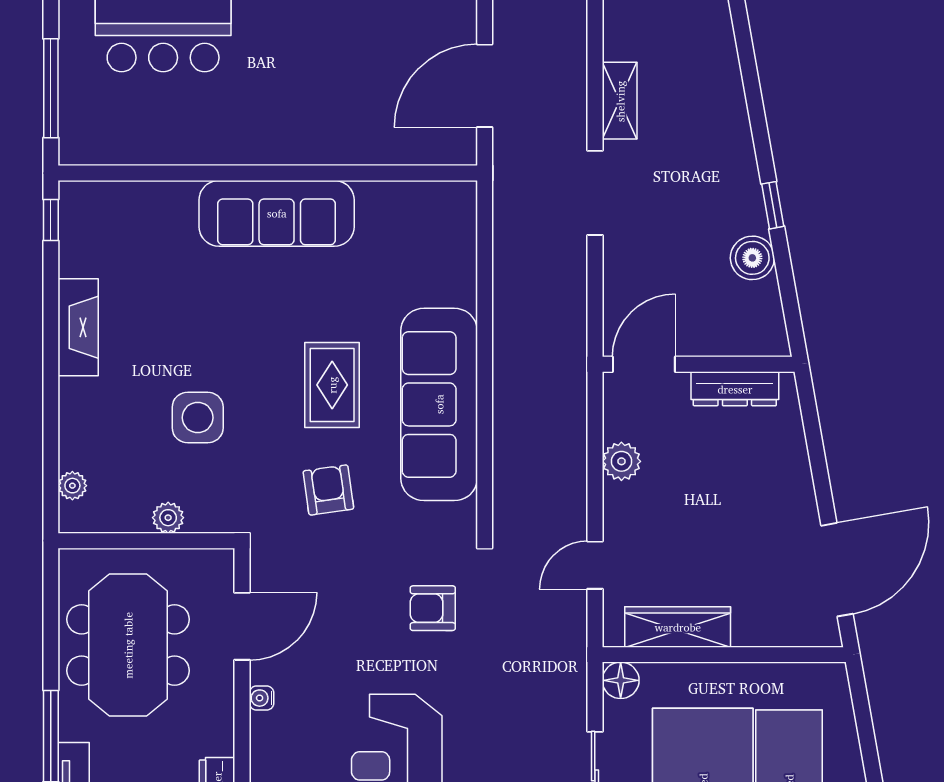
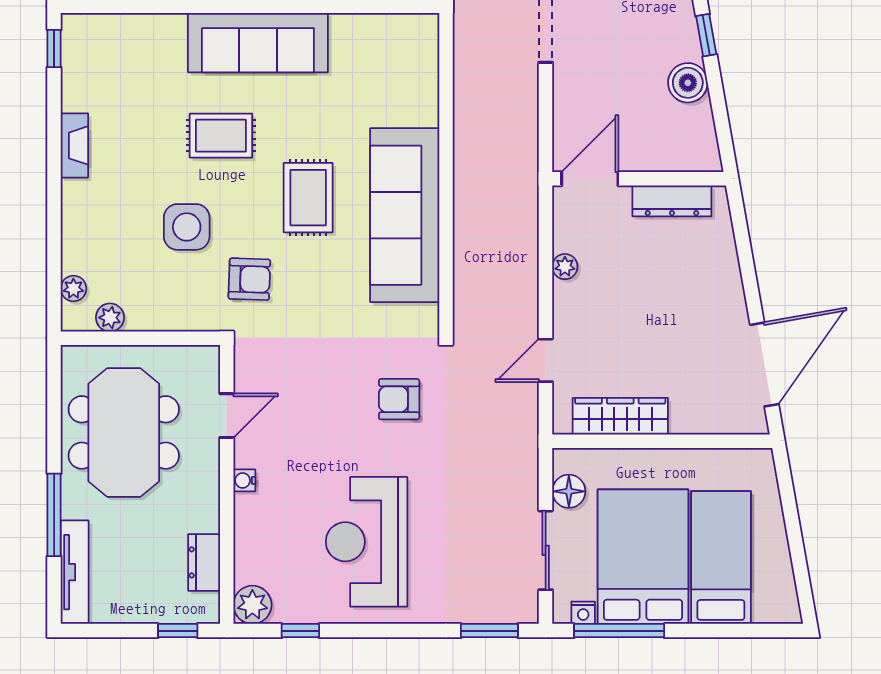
rug: (236, 316) -> (221, 136), added
fireplace: (78, 327) -> (74, 145), width x0.73, depth x0.76
plant: (621, 461) -> (565, 267), width x0.73, depth x0.73
armchair: (328, 490) -> (249, 279), moved, turned 100
plant: (168, 518) -> (110, 318), moved
door: (242, 626) -> (227, 416), width x0.73
floor lamp: (621, 680) -> (569, 491), moved

